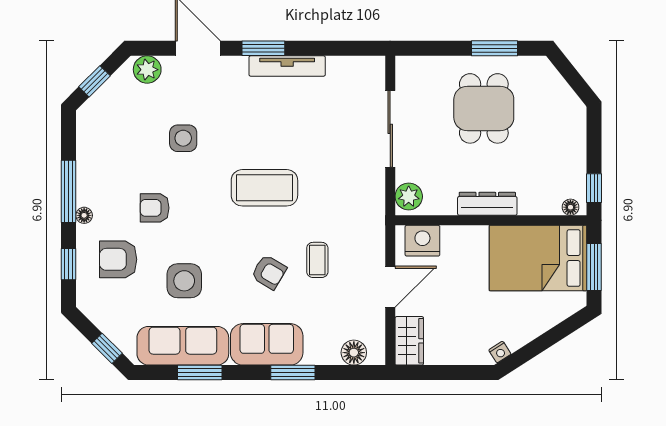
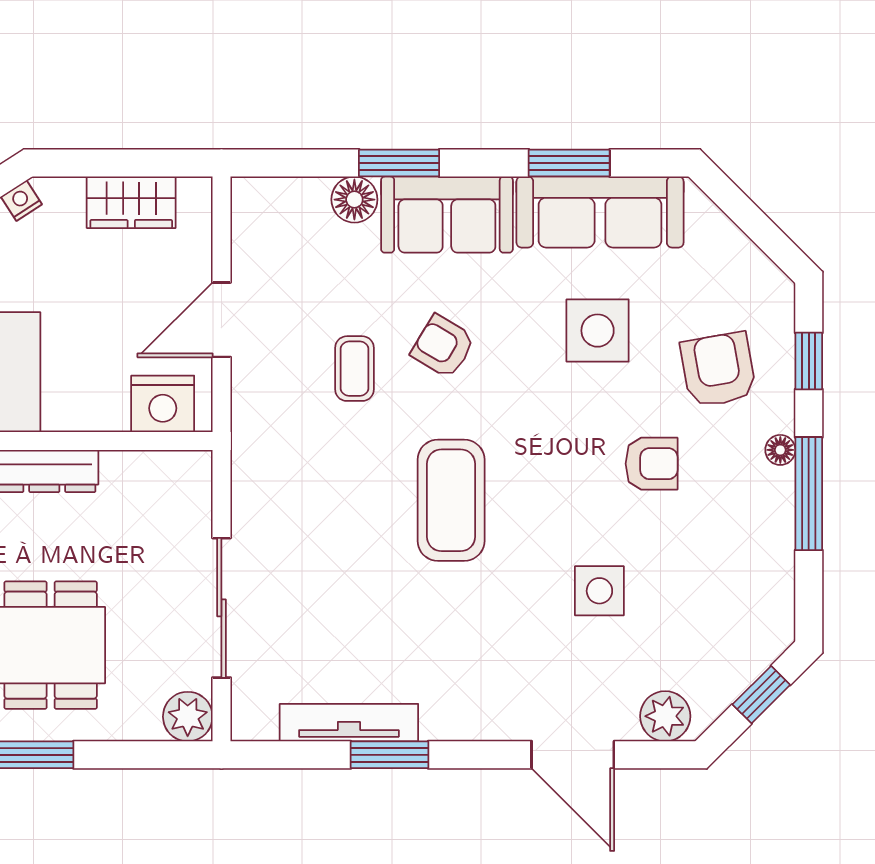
window: (263, 48) -> (390, 755), moved
tv unit: (287, 66) -> (349, 723), moved
coffee table: (264, 188) -> (451, 500), turned 90
plant: (409, 196) -> (188, 717), moved
armchair: (118, 259) -> (718, 370), turned -100
wardrobe: (409, 341) -> (131, 202), moved, turned -90
window: (107, 348) -> (739, 207), removed
floor lamp: (354, 353) -> (354, 200), moved

